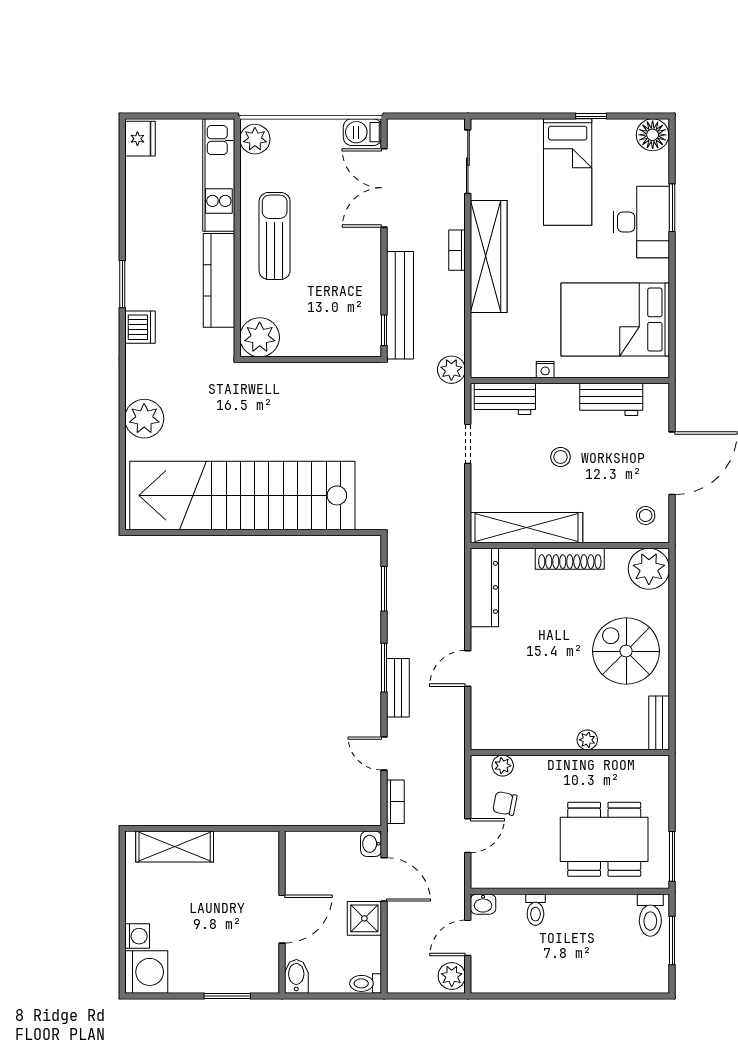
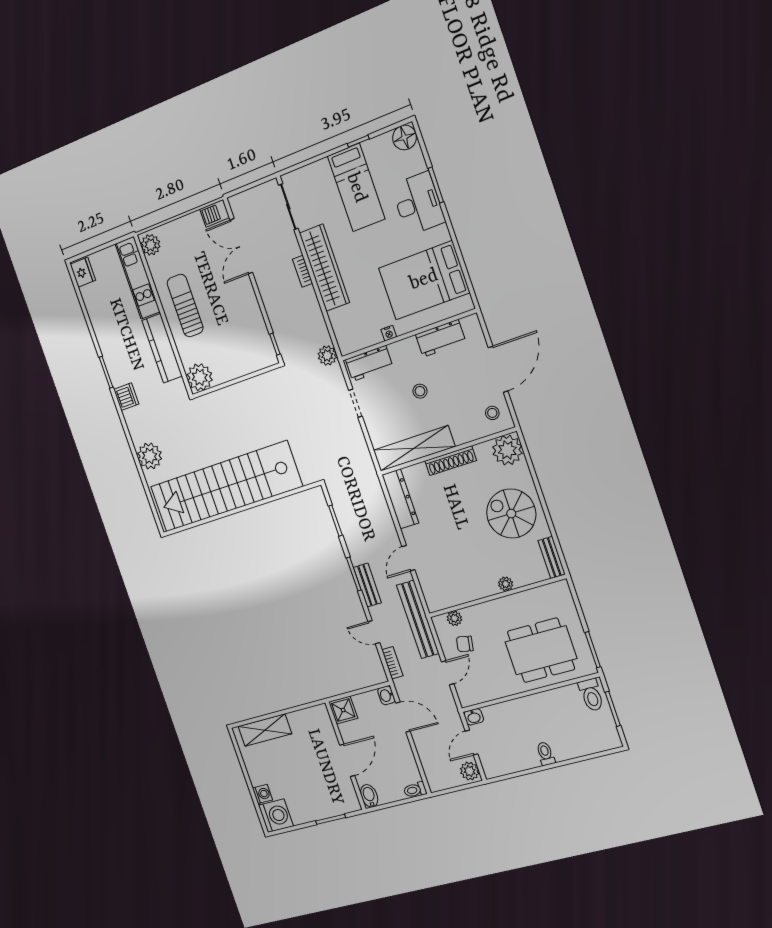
bench: (400, 305) -> (418, 619), moved
toilet: (535, 910) -> (545, 754), moved, turned 180
shower: (364, 918) -> (343, 710), moved

